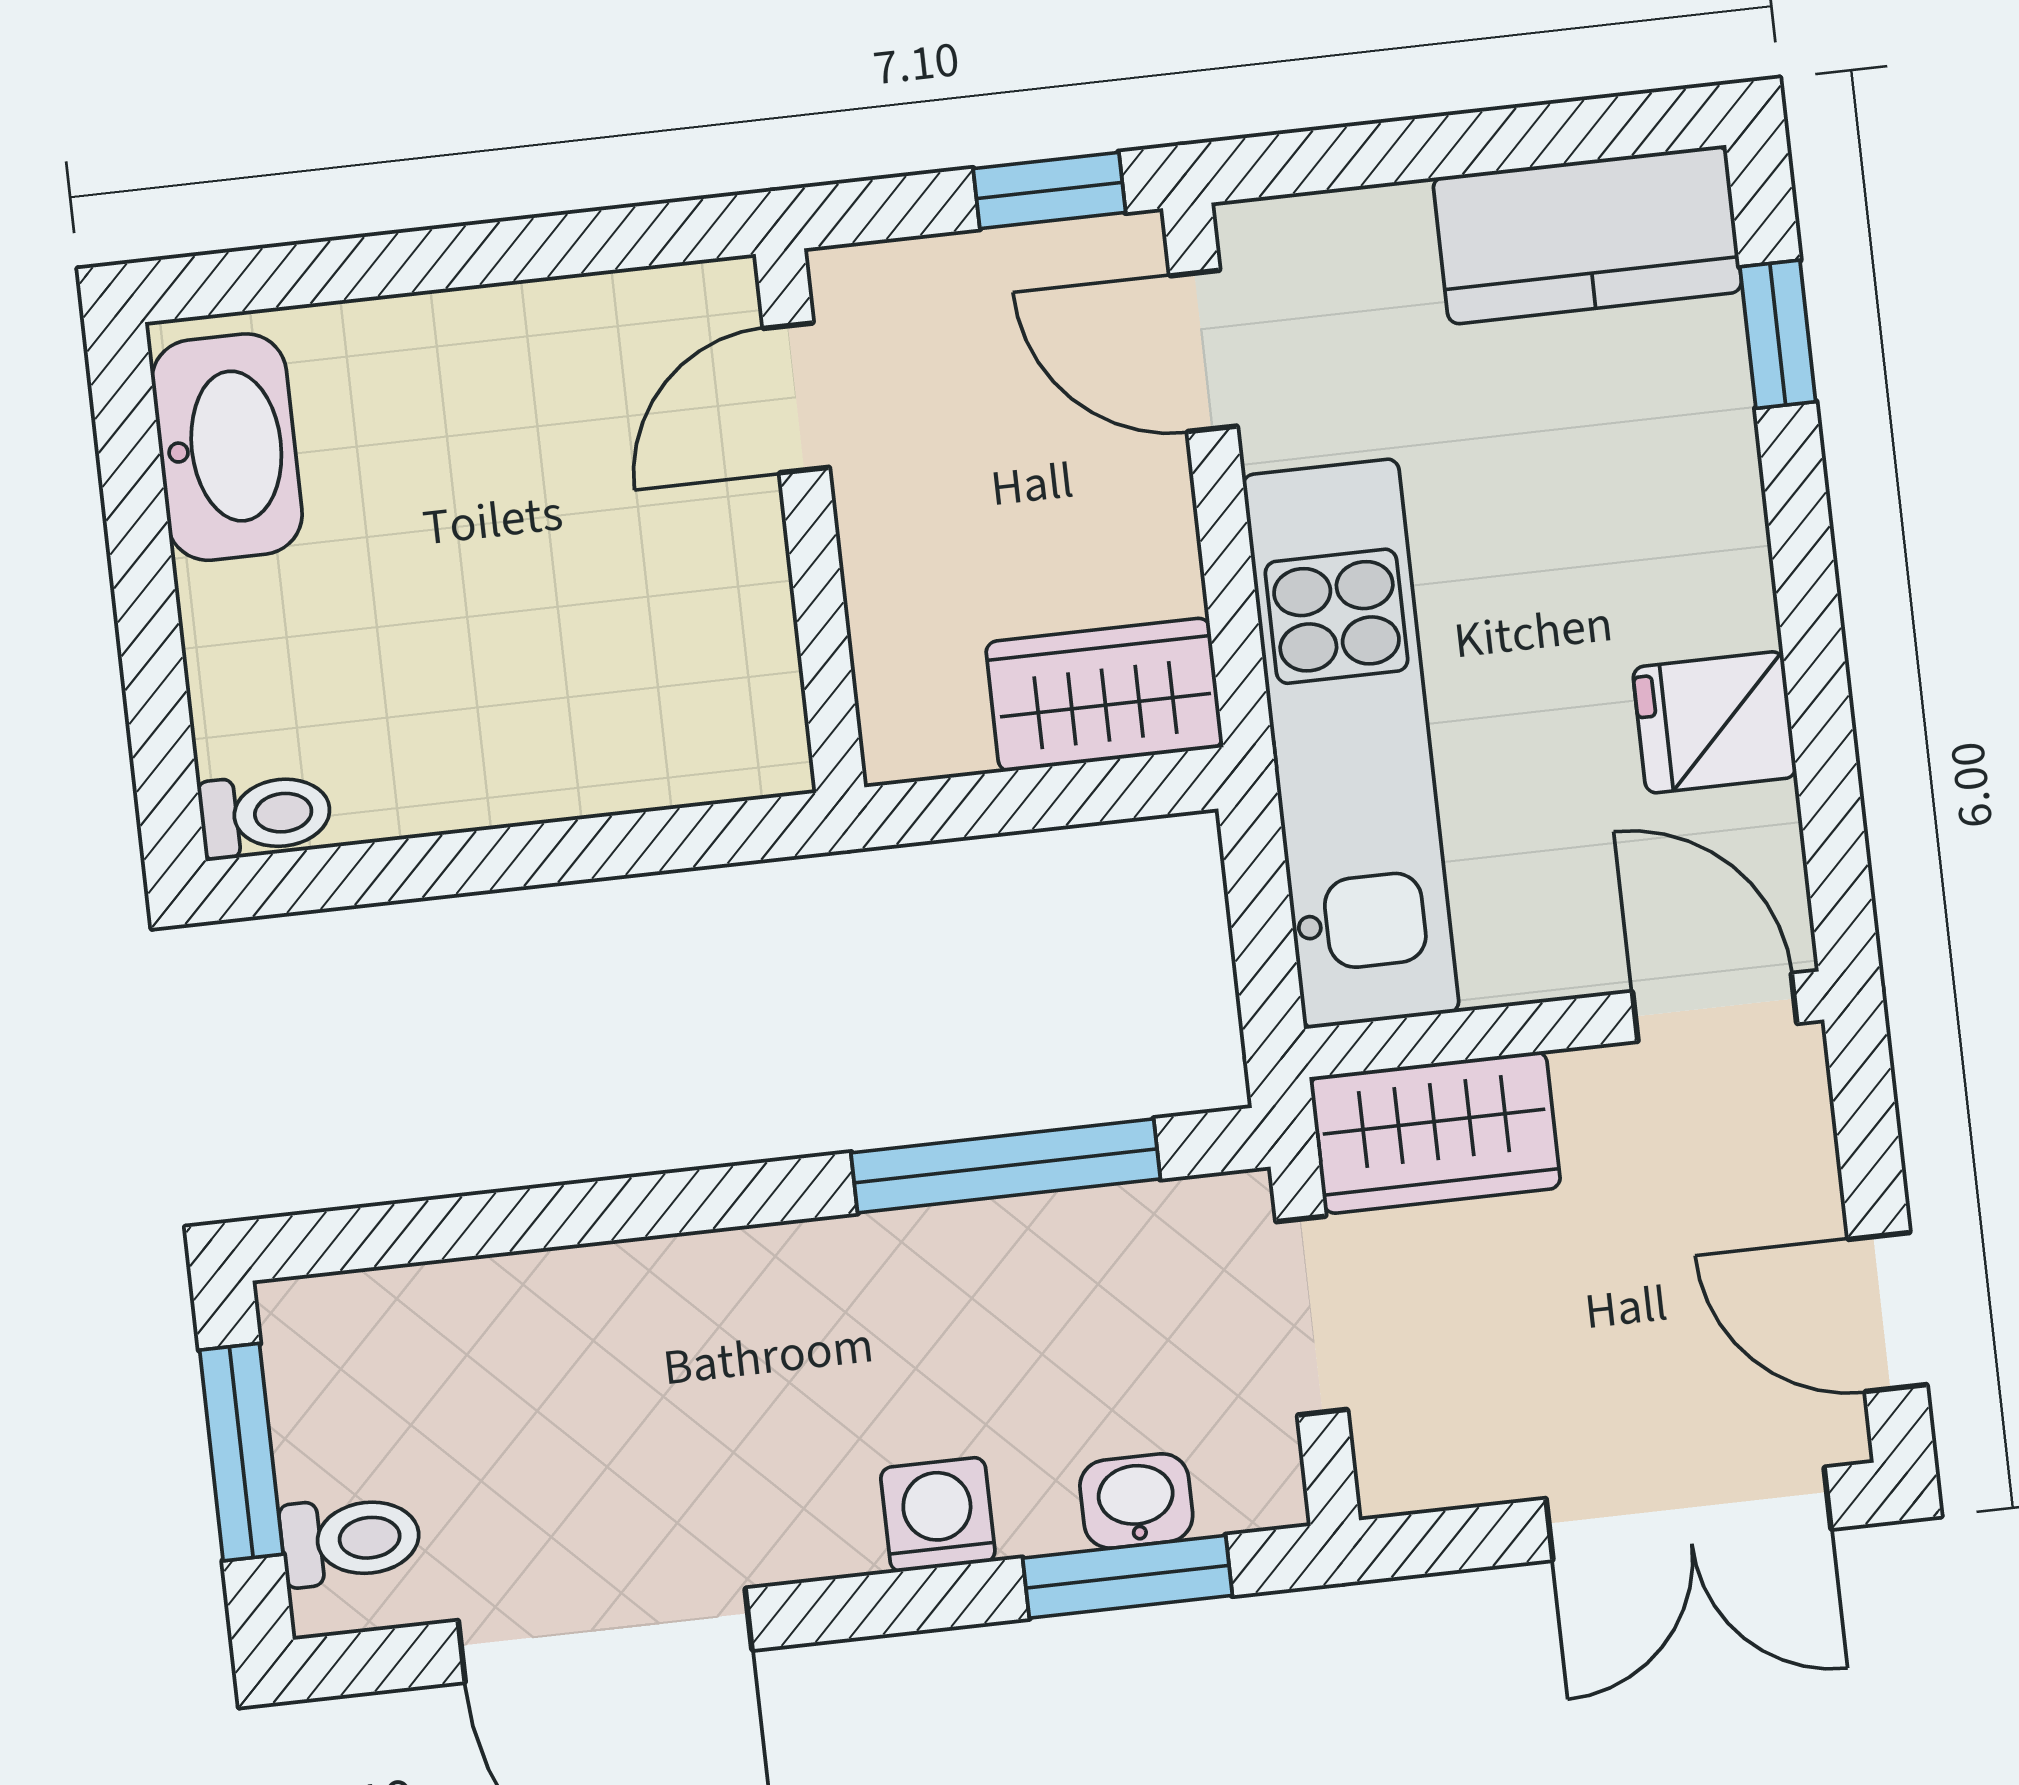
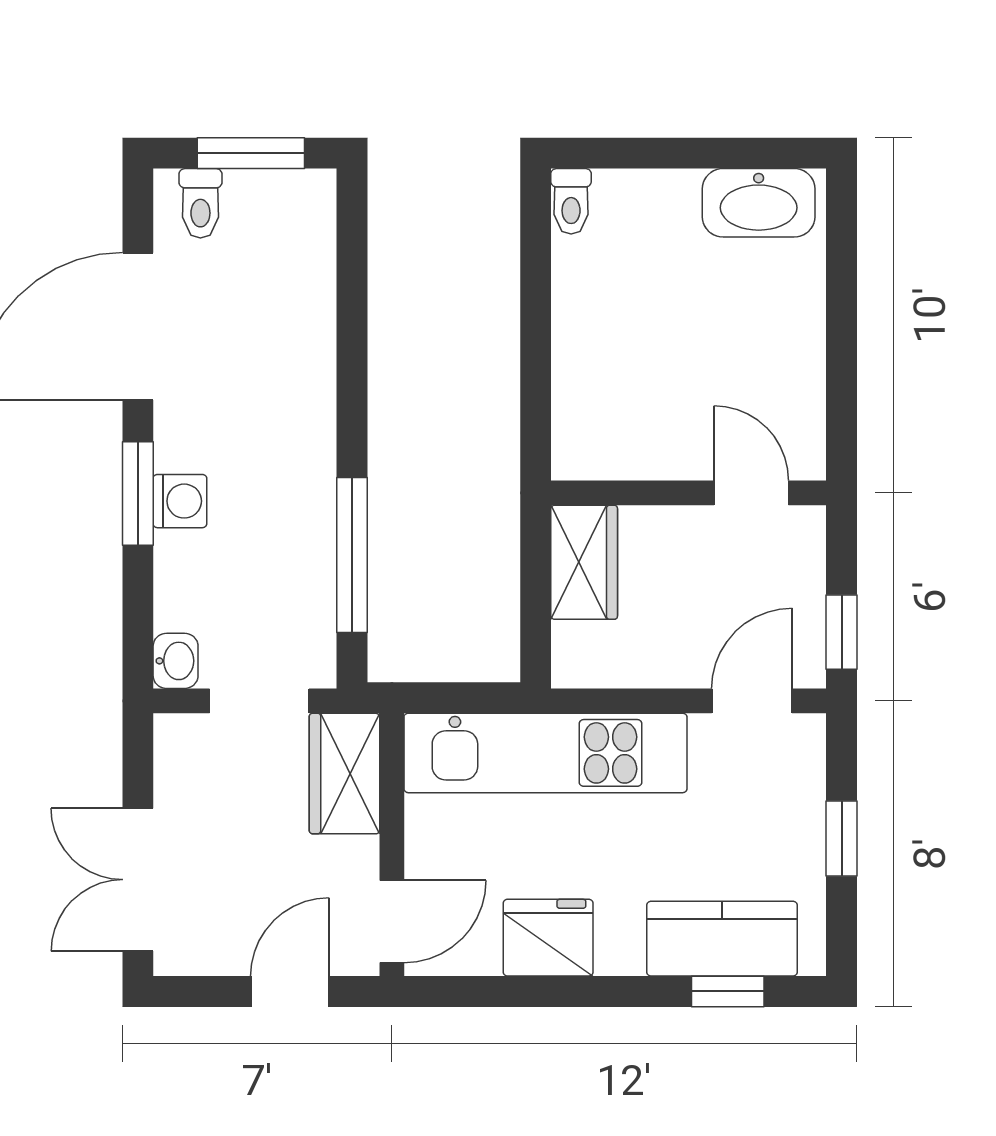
window: (1453, 145) -> (842, 838), added
kitchen counter: (1587, 235) -> (722, 939), moved, turned 90
wardrobe: (1104, 695) -> (584, 562), moved
fridge: (1715, 722) -> (548, 938), width x1.38
door: (1887, 1312) -> (290, 991), moved
washbasin: (1136, 1501) -> (176, 661), moved
window: (1127, 1577) -> (138, 493), moved

